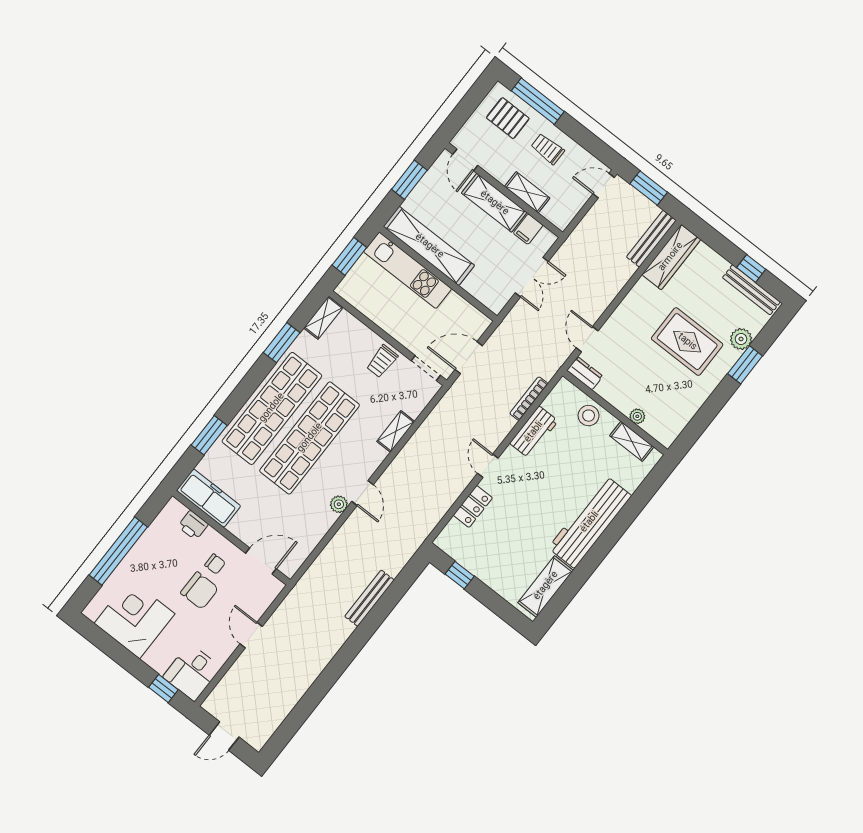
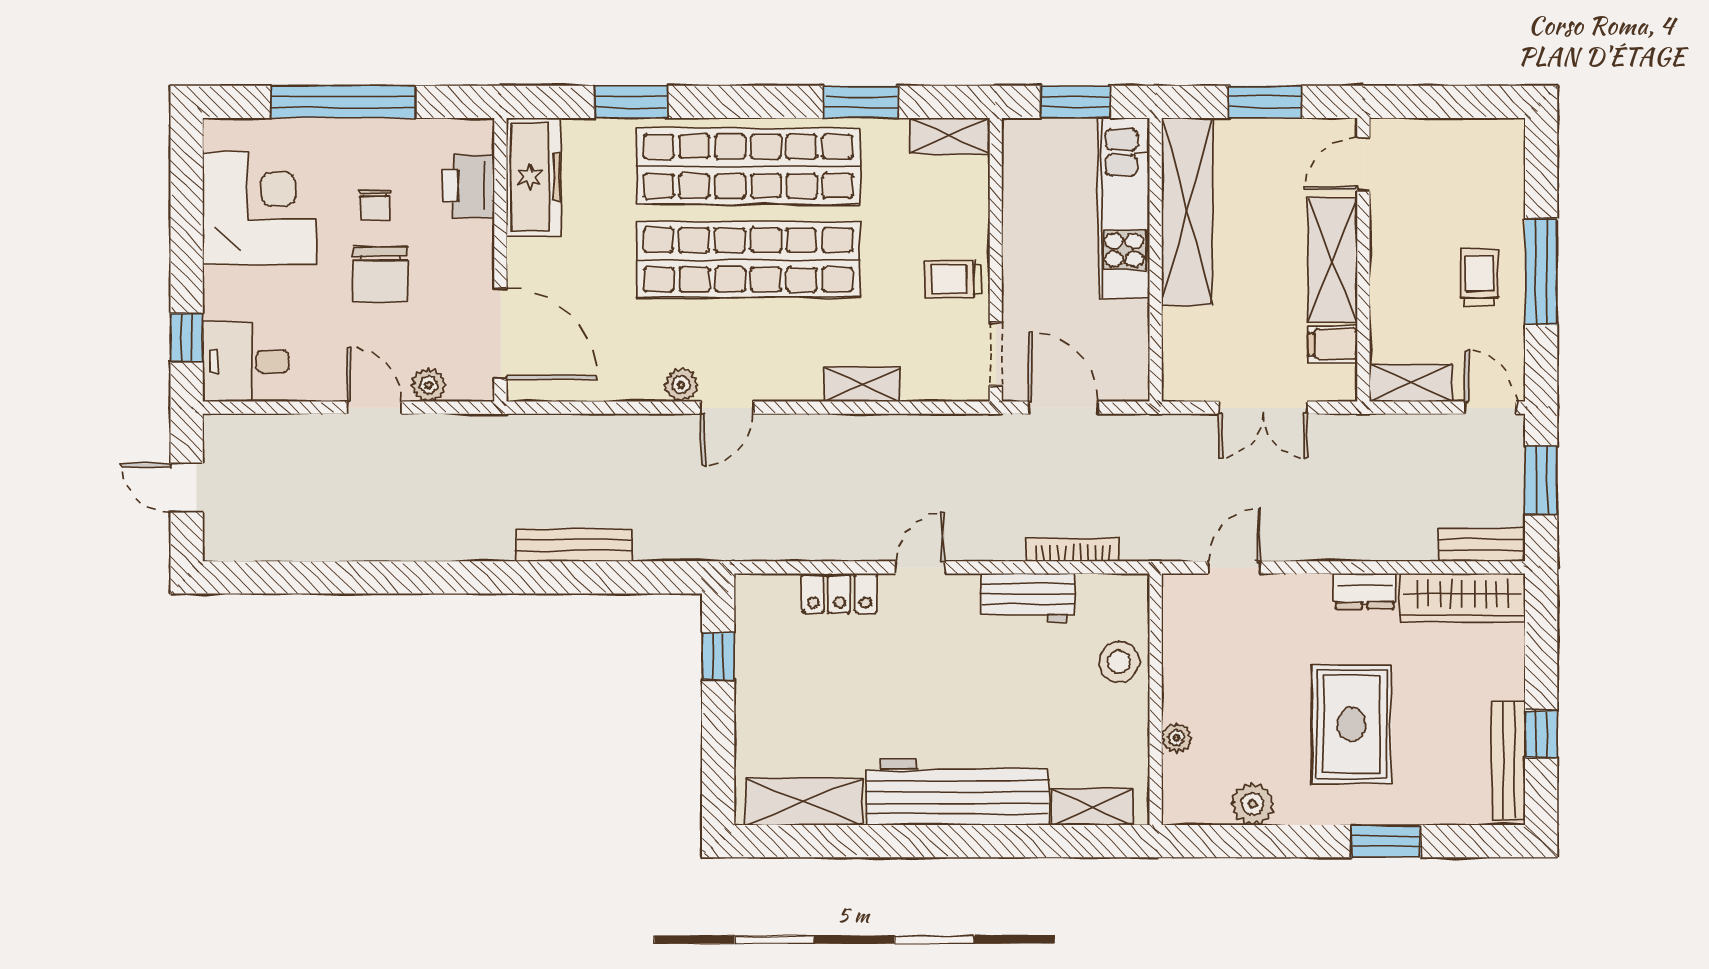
window: (538, 101) -> (1541, 272), moved
pallet: (508, 118) -> (1479, 179), removed
shelving: (527, 192) -> (1411, 383), moved, turned 90
bench: (651, 239) -> (1482, 545), width x0.73
plant: (741, 339) -> (1253, 804), moved
dresser: (585, 373) -> (1365, 591), moved, turned 90
shelving: (632, 441) -> (1092, 807), moved, turned 90
printer: (193, 525) -> (468, 186), width x1.36, depth x1.24
door: (261, 561) -> (500, 333), width x1.36
chair: (215, 564) -> (375, 205), moved
plant: (259, 606) -> (428, 385), added
door: (251, 635) -> (374, 408), hinge flipped

